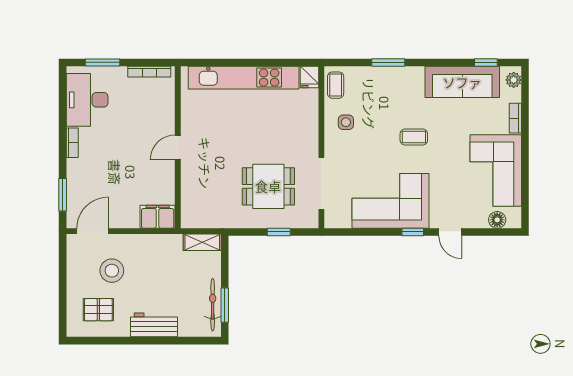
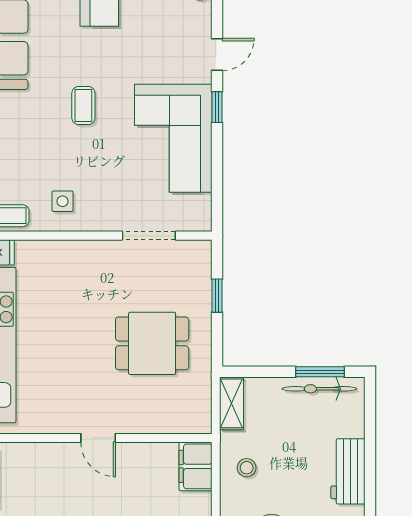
doorway: (321, 184) -> (149, 236), width x0.73
dining table: (268, 186) -> (152, 343), moved, turned 90
stool: (157, 253) -> (247, 468), added

